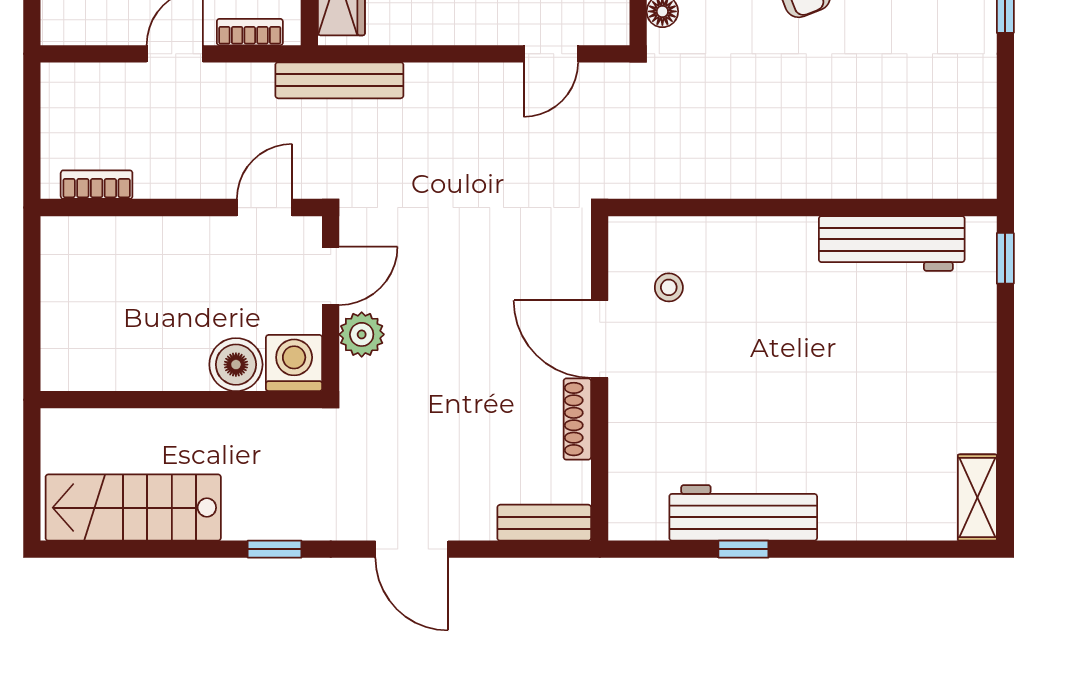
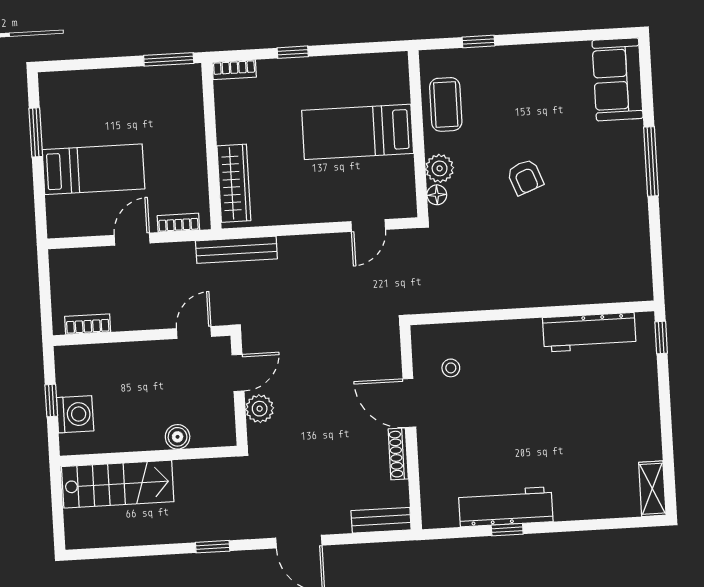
window: (32, 302) -> (51, 401), added
washing machine: (294, 363) -> (75, 414), moved, turned 90
boiler: (236, 365) -> (178, 437), width x0.73, depth x0.73
stairs: (133, 508) -> (118, 484), moved, turned 180

